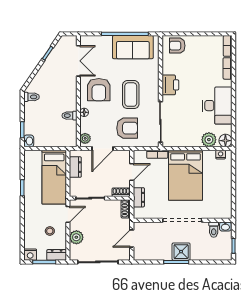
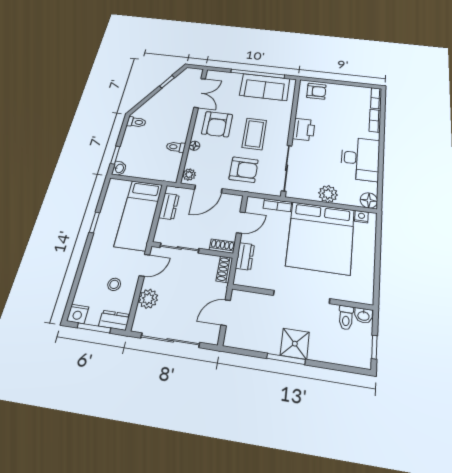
armchair: (177, 46) -> (316, 91), turned 180
plant: (209, 140) -> (328, 194), moved
bed: (186, 175) -> (320, 237), width x1.36

